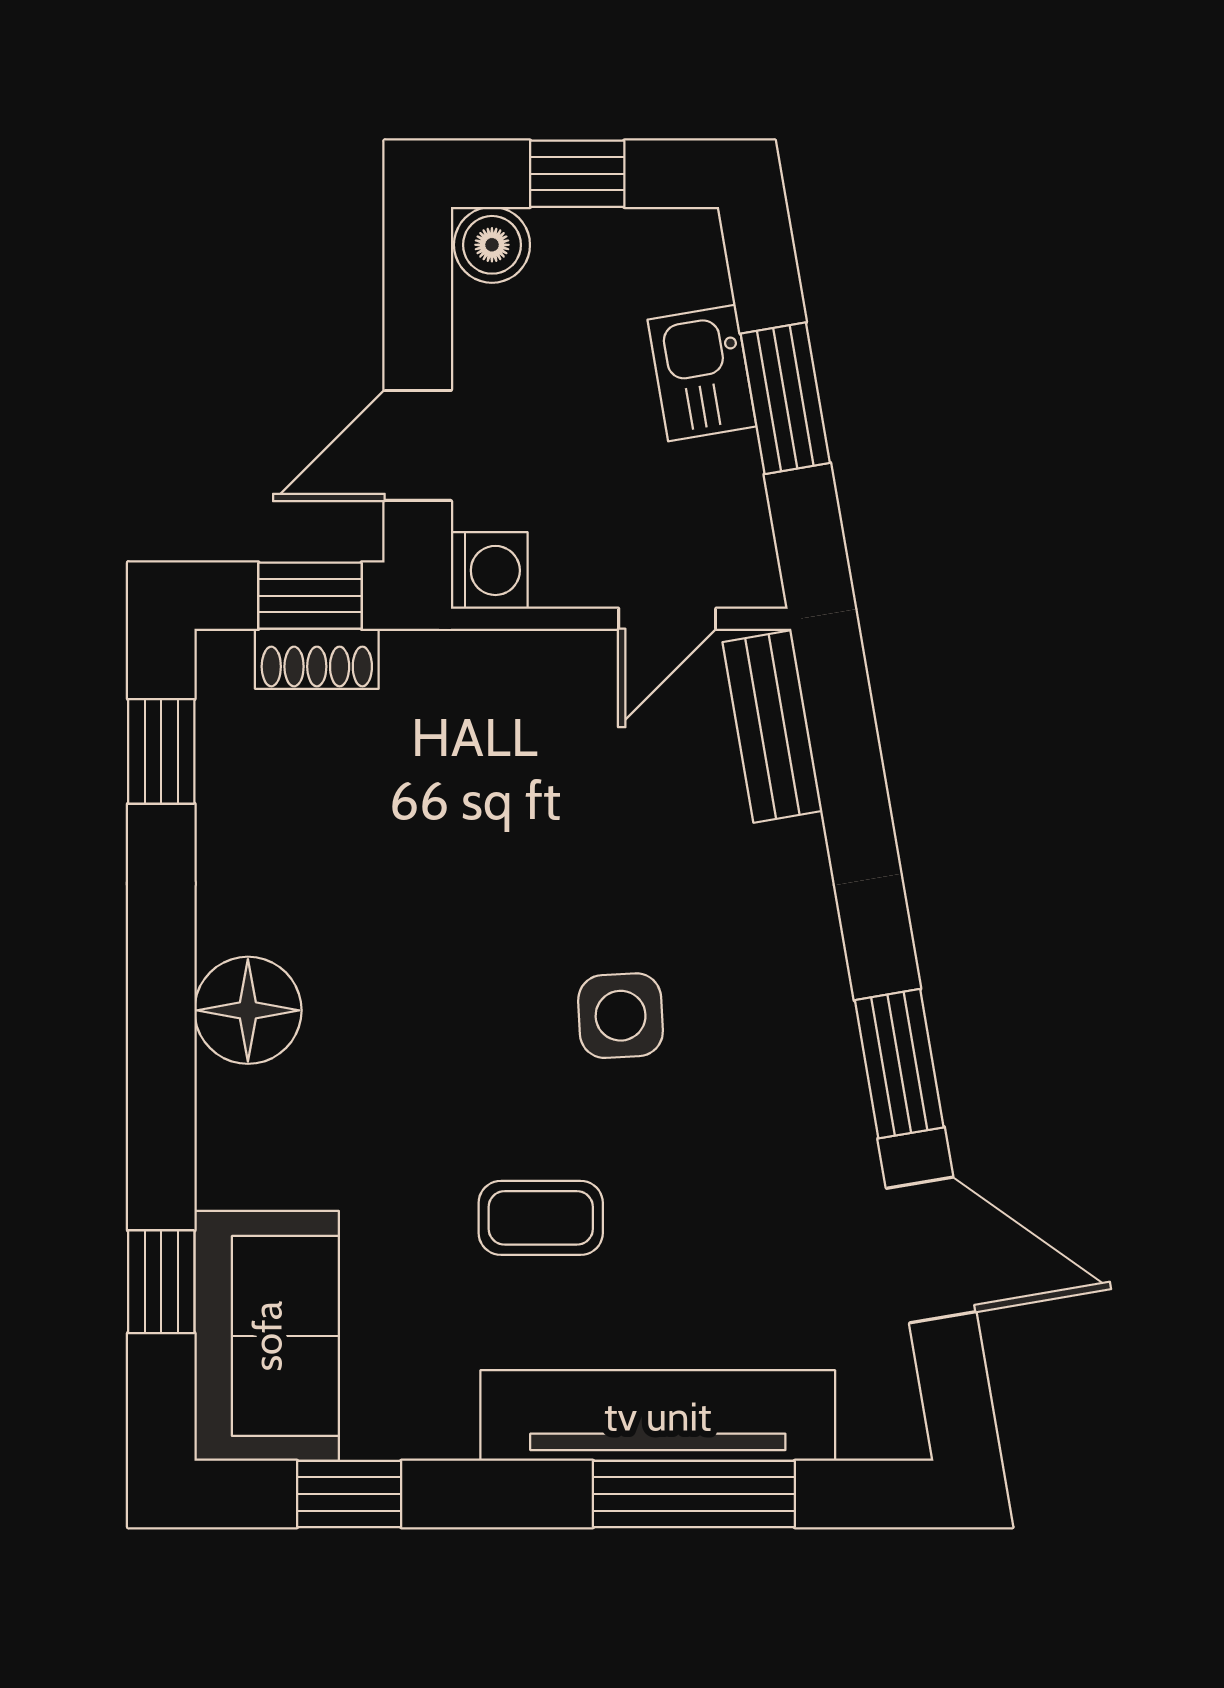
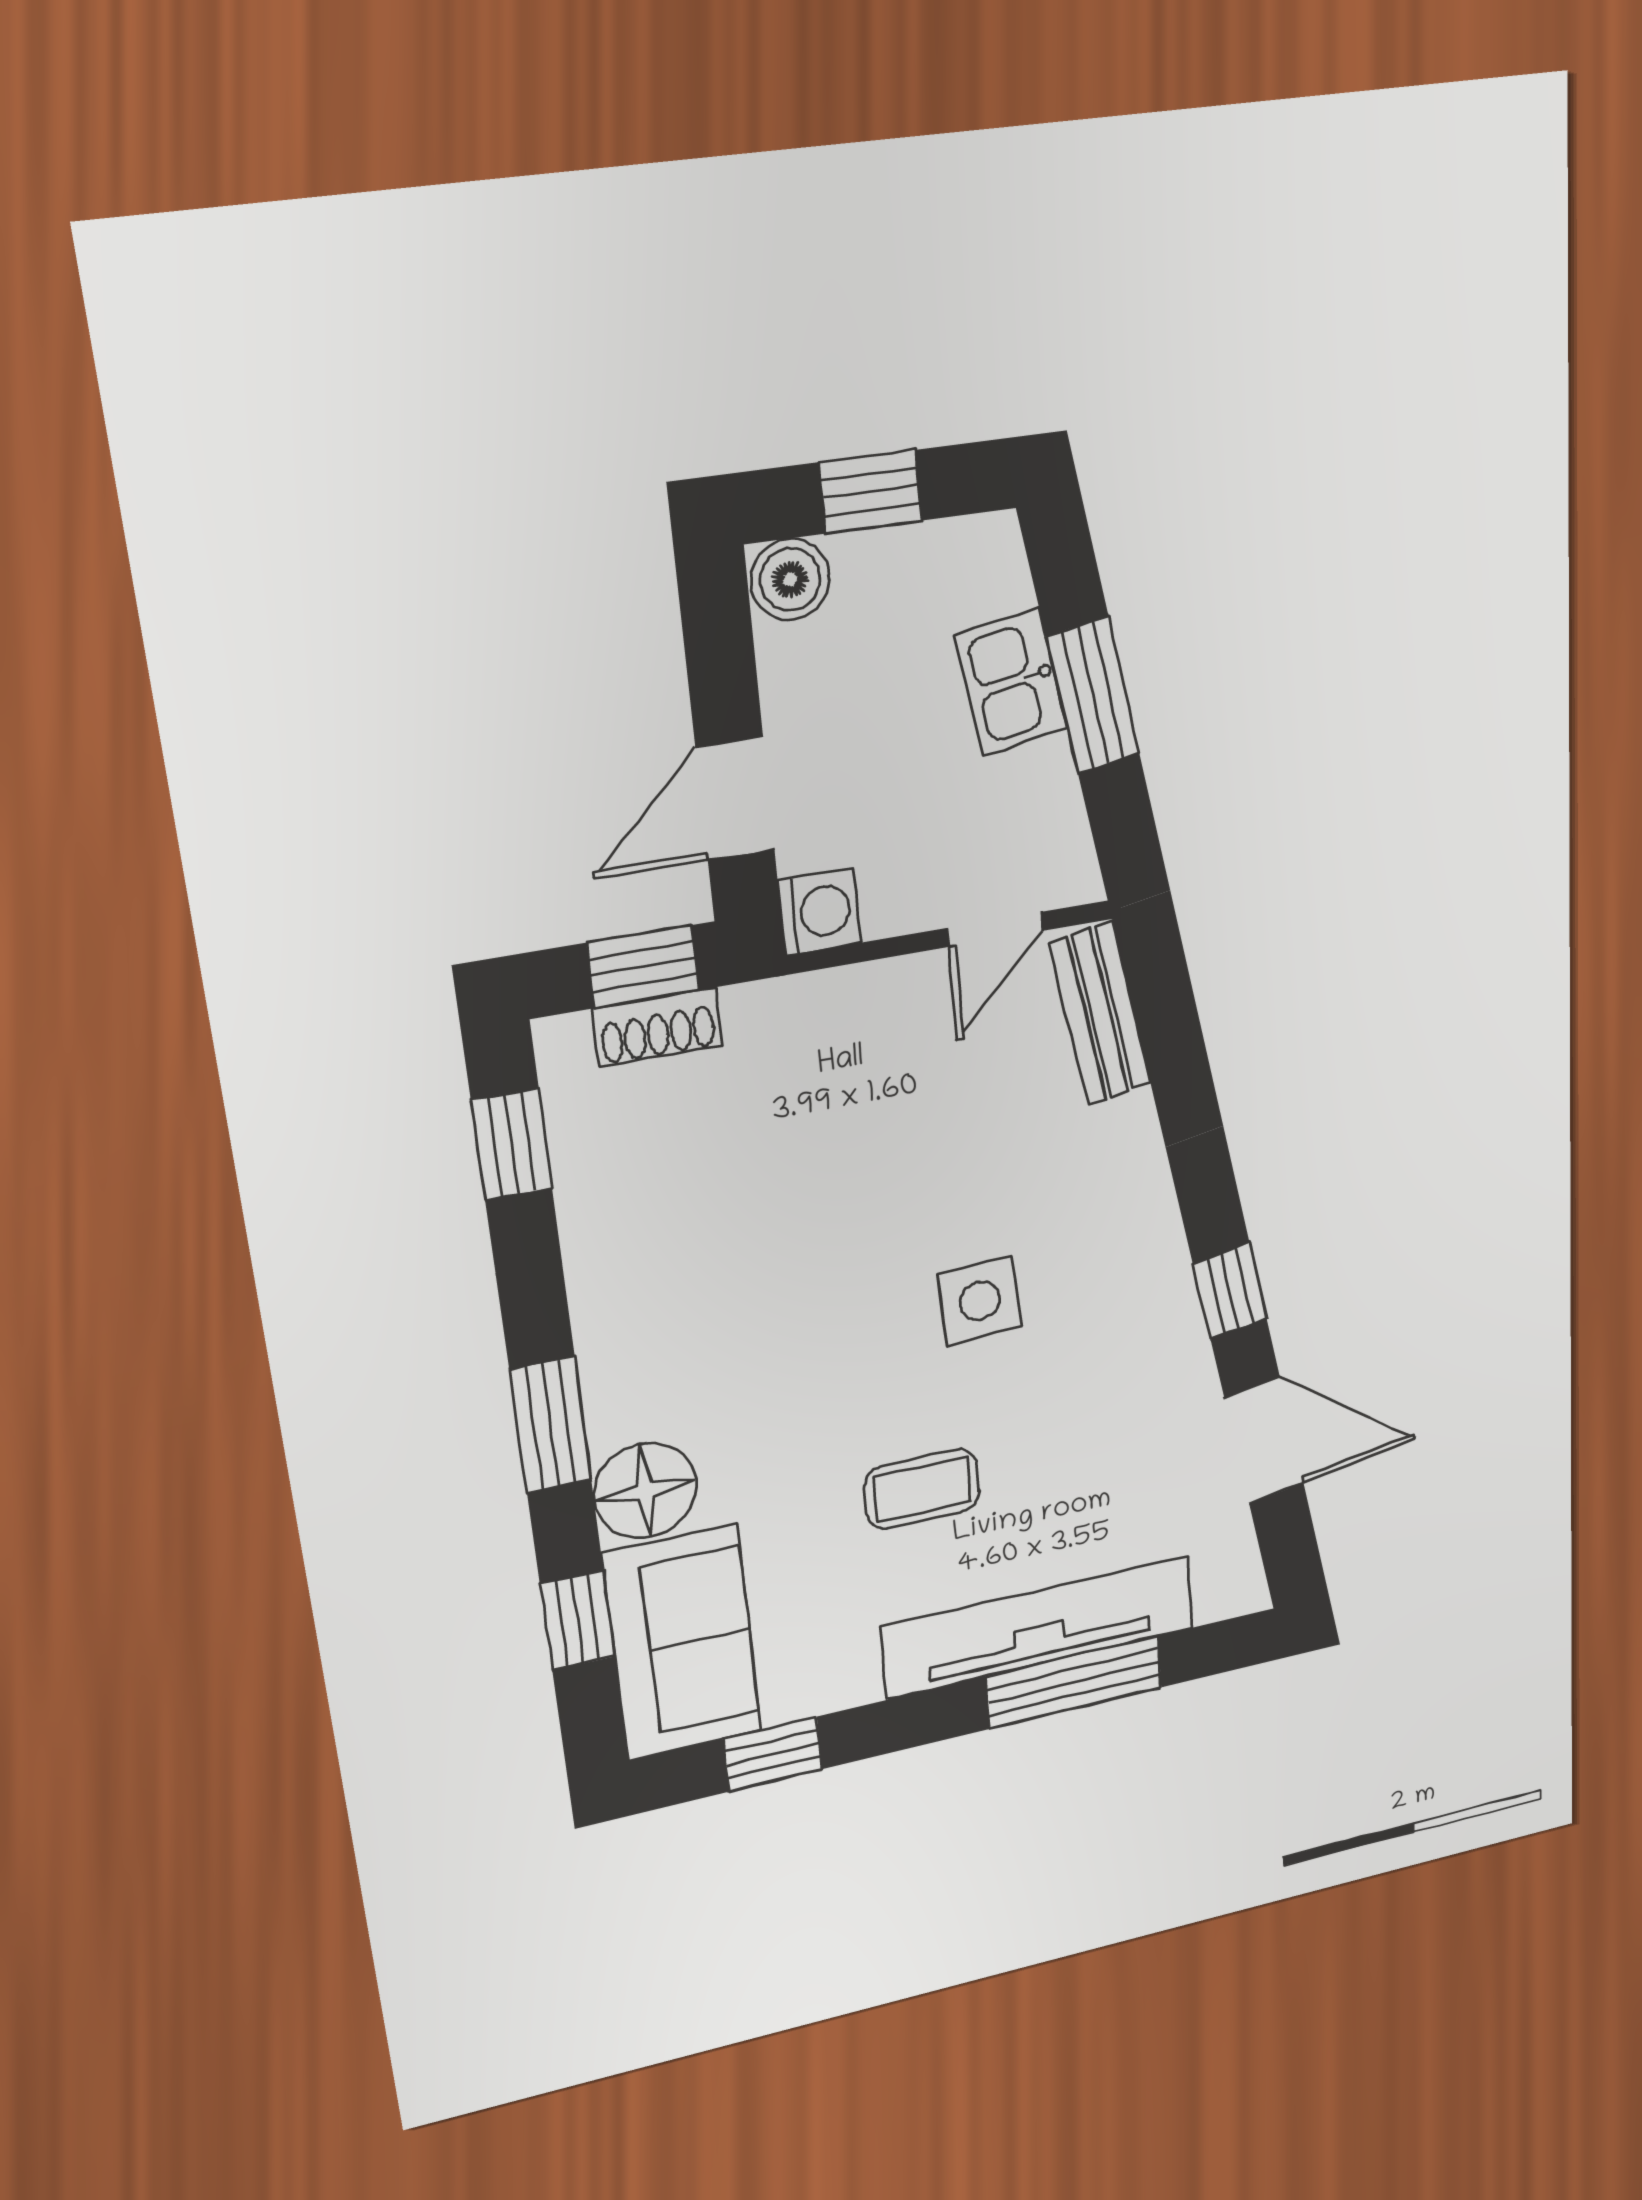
floor lamp: (248, 1010) -> (645, 1491), moved
window: (161, 1056) -> (551, 1425), added
window: (899, 1064) -> (1230, 1291), width x0.67

